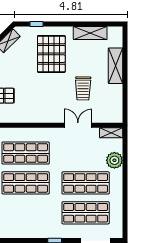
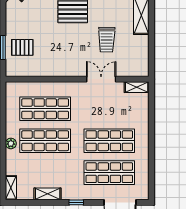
plant: (114, 160) -> (140, 116), removed
shelving: (28, 233) -> (48, 194), added

